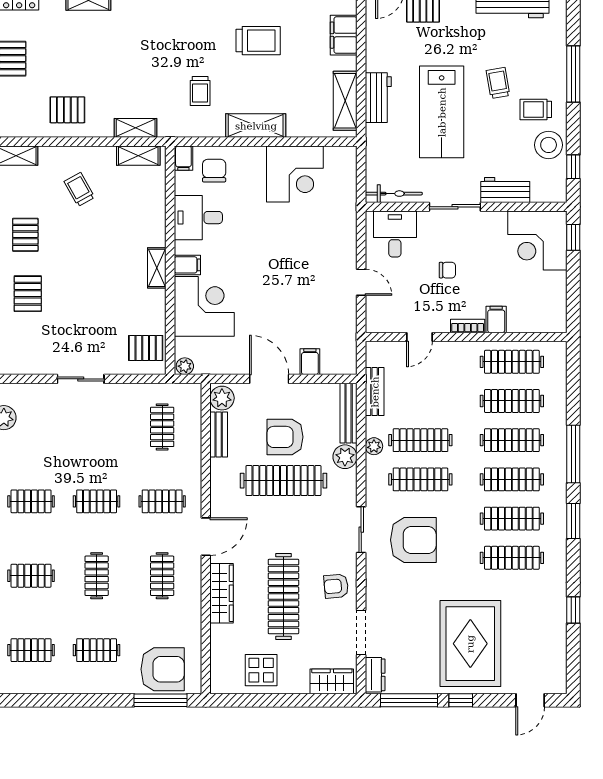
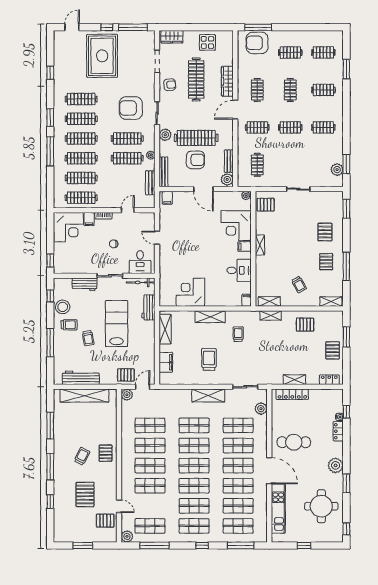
trolley: (258, 41) -> (209, 359), turned 90
workbench: (378, 98) -> (148, 307), moved
chair: (214, 171) -> (231, 294), removed
corner desk: (537, 241) -> (68, 227), moved, turned 90
filing cabinet: (310, 362) -> (167, 198), moved
plant: (345, 457) -> (165, 135), moved
dresser: (375, 675) -> (150, 40), removed

